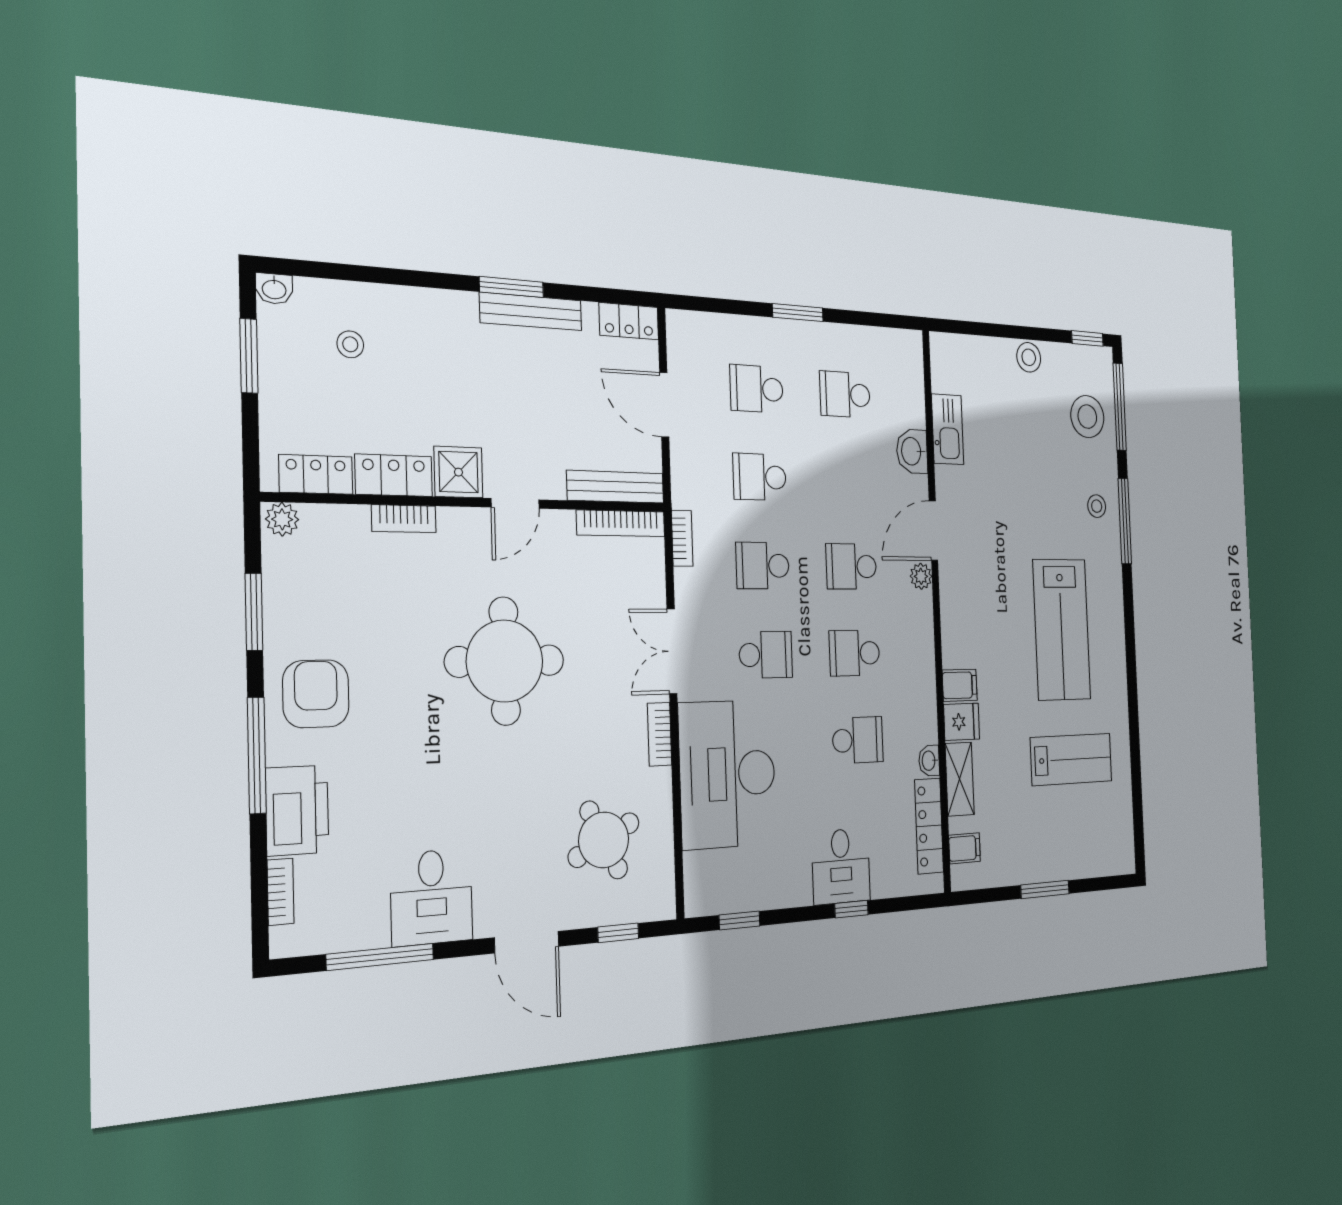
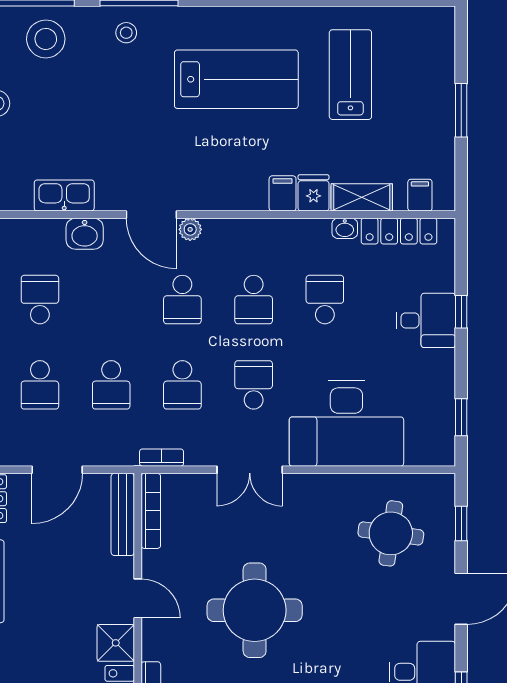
school desk: (845, 394) -> (40, 300), turned 180
bookcase: (660, 734) -> (313, 483), removed
round table: (604, 840) -> (391, 533), turned 35

